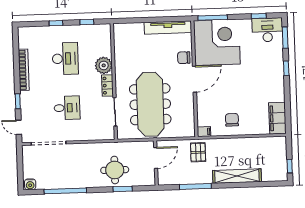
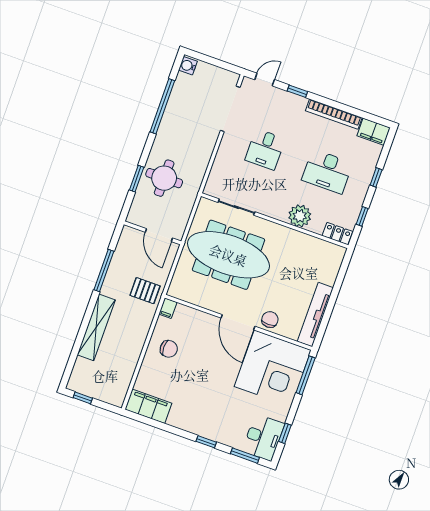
filing cabinet: (25, 37) -> (373, 132), added
locker: (107, 86) -> (337, 234), moved

